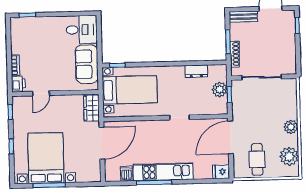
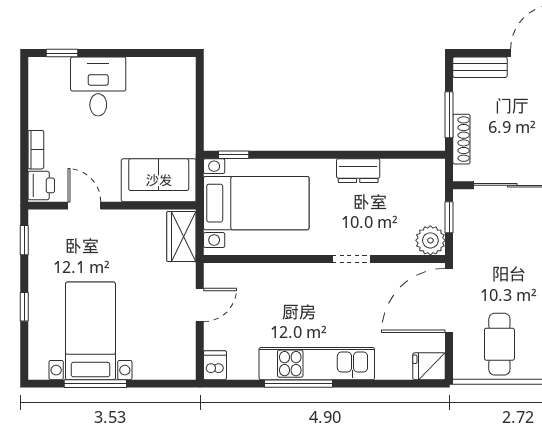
desk: (82, 30) -> (98, 86), moved, turned -90
sofa: (87, 64) -> (159, 180), moved, turned 90
dresser: (196, 71) -> (358, 171), moved
plant: (220, 89) -> (430, 240), moved
door: (41, 93) -> (84, 206), swing flipped
door: (102, 143) -> (200, 305), width x0.53
bed with nightstands: (46, 158) -> (90, 331), width x0.73
dishwasher: (126, 174) -> (215, 365), moved

